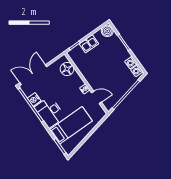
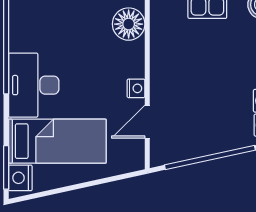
door: (96, 97) -> (147, 122), swing flipped
nightstand: (34, 99) -> (20, 178), moved

